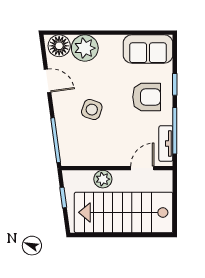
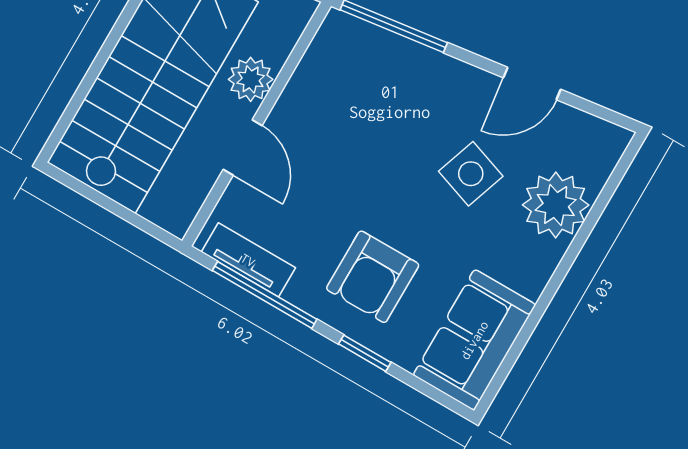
floor lamp: (59, 46) -> (593, 152), removed
side table: (92, 110) -> (471, 174), moved
door: (142, 168) -> (243, 148), moved

